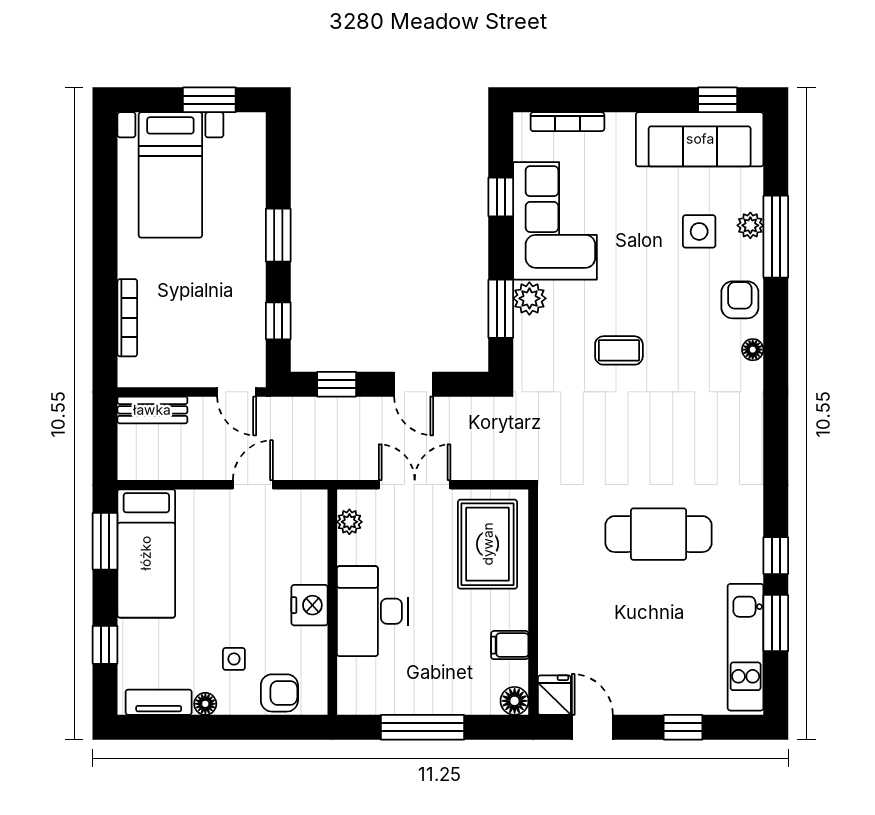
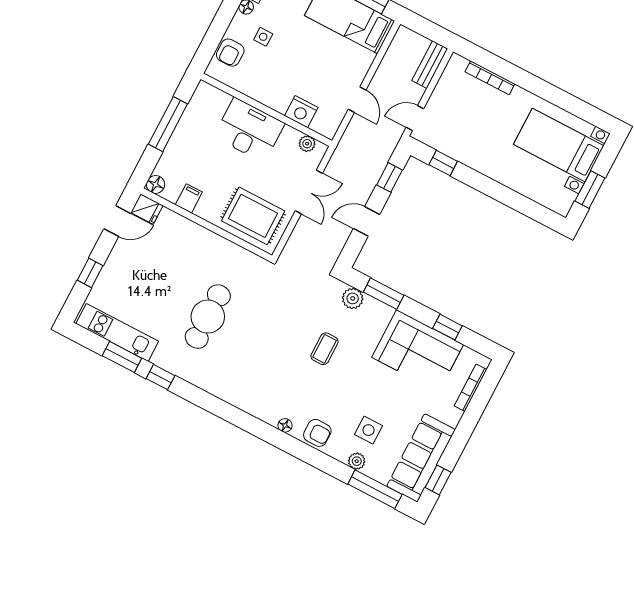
window: (278, 235) -> (492, 189), removed
window: (776, 237) -> (375, 489), moved
plant: (529, 298) -> (353, 298), moved
nightstand: (310, 605) -> (301, 112), moved

